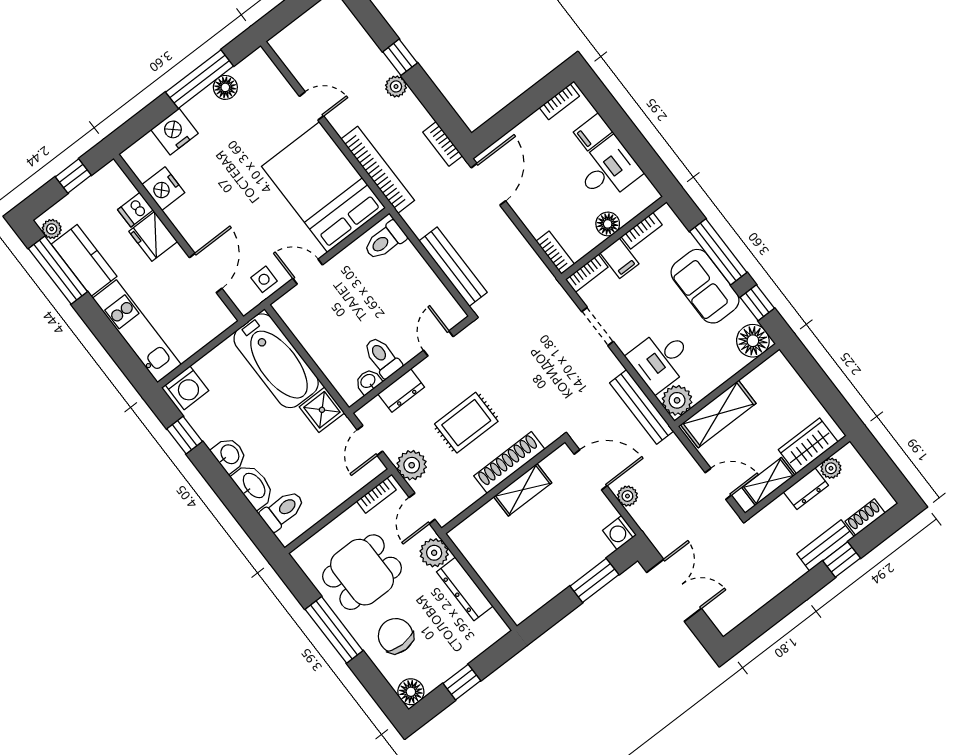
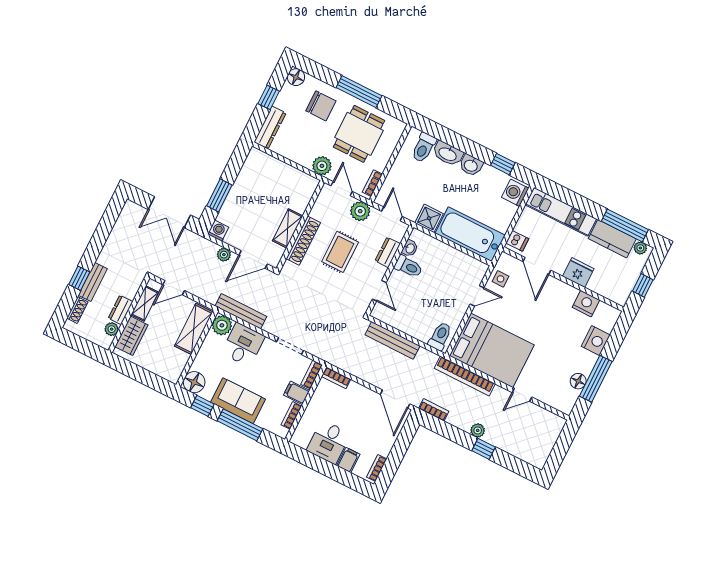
dishwasher: (135, 210) -> (517, 241), moved, turned 90
floor lamp: (608, 224) -> (313, 410), removed
dresser: (465, 589) -> (270, 128), moved, turned 90

